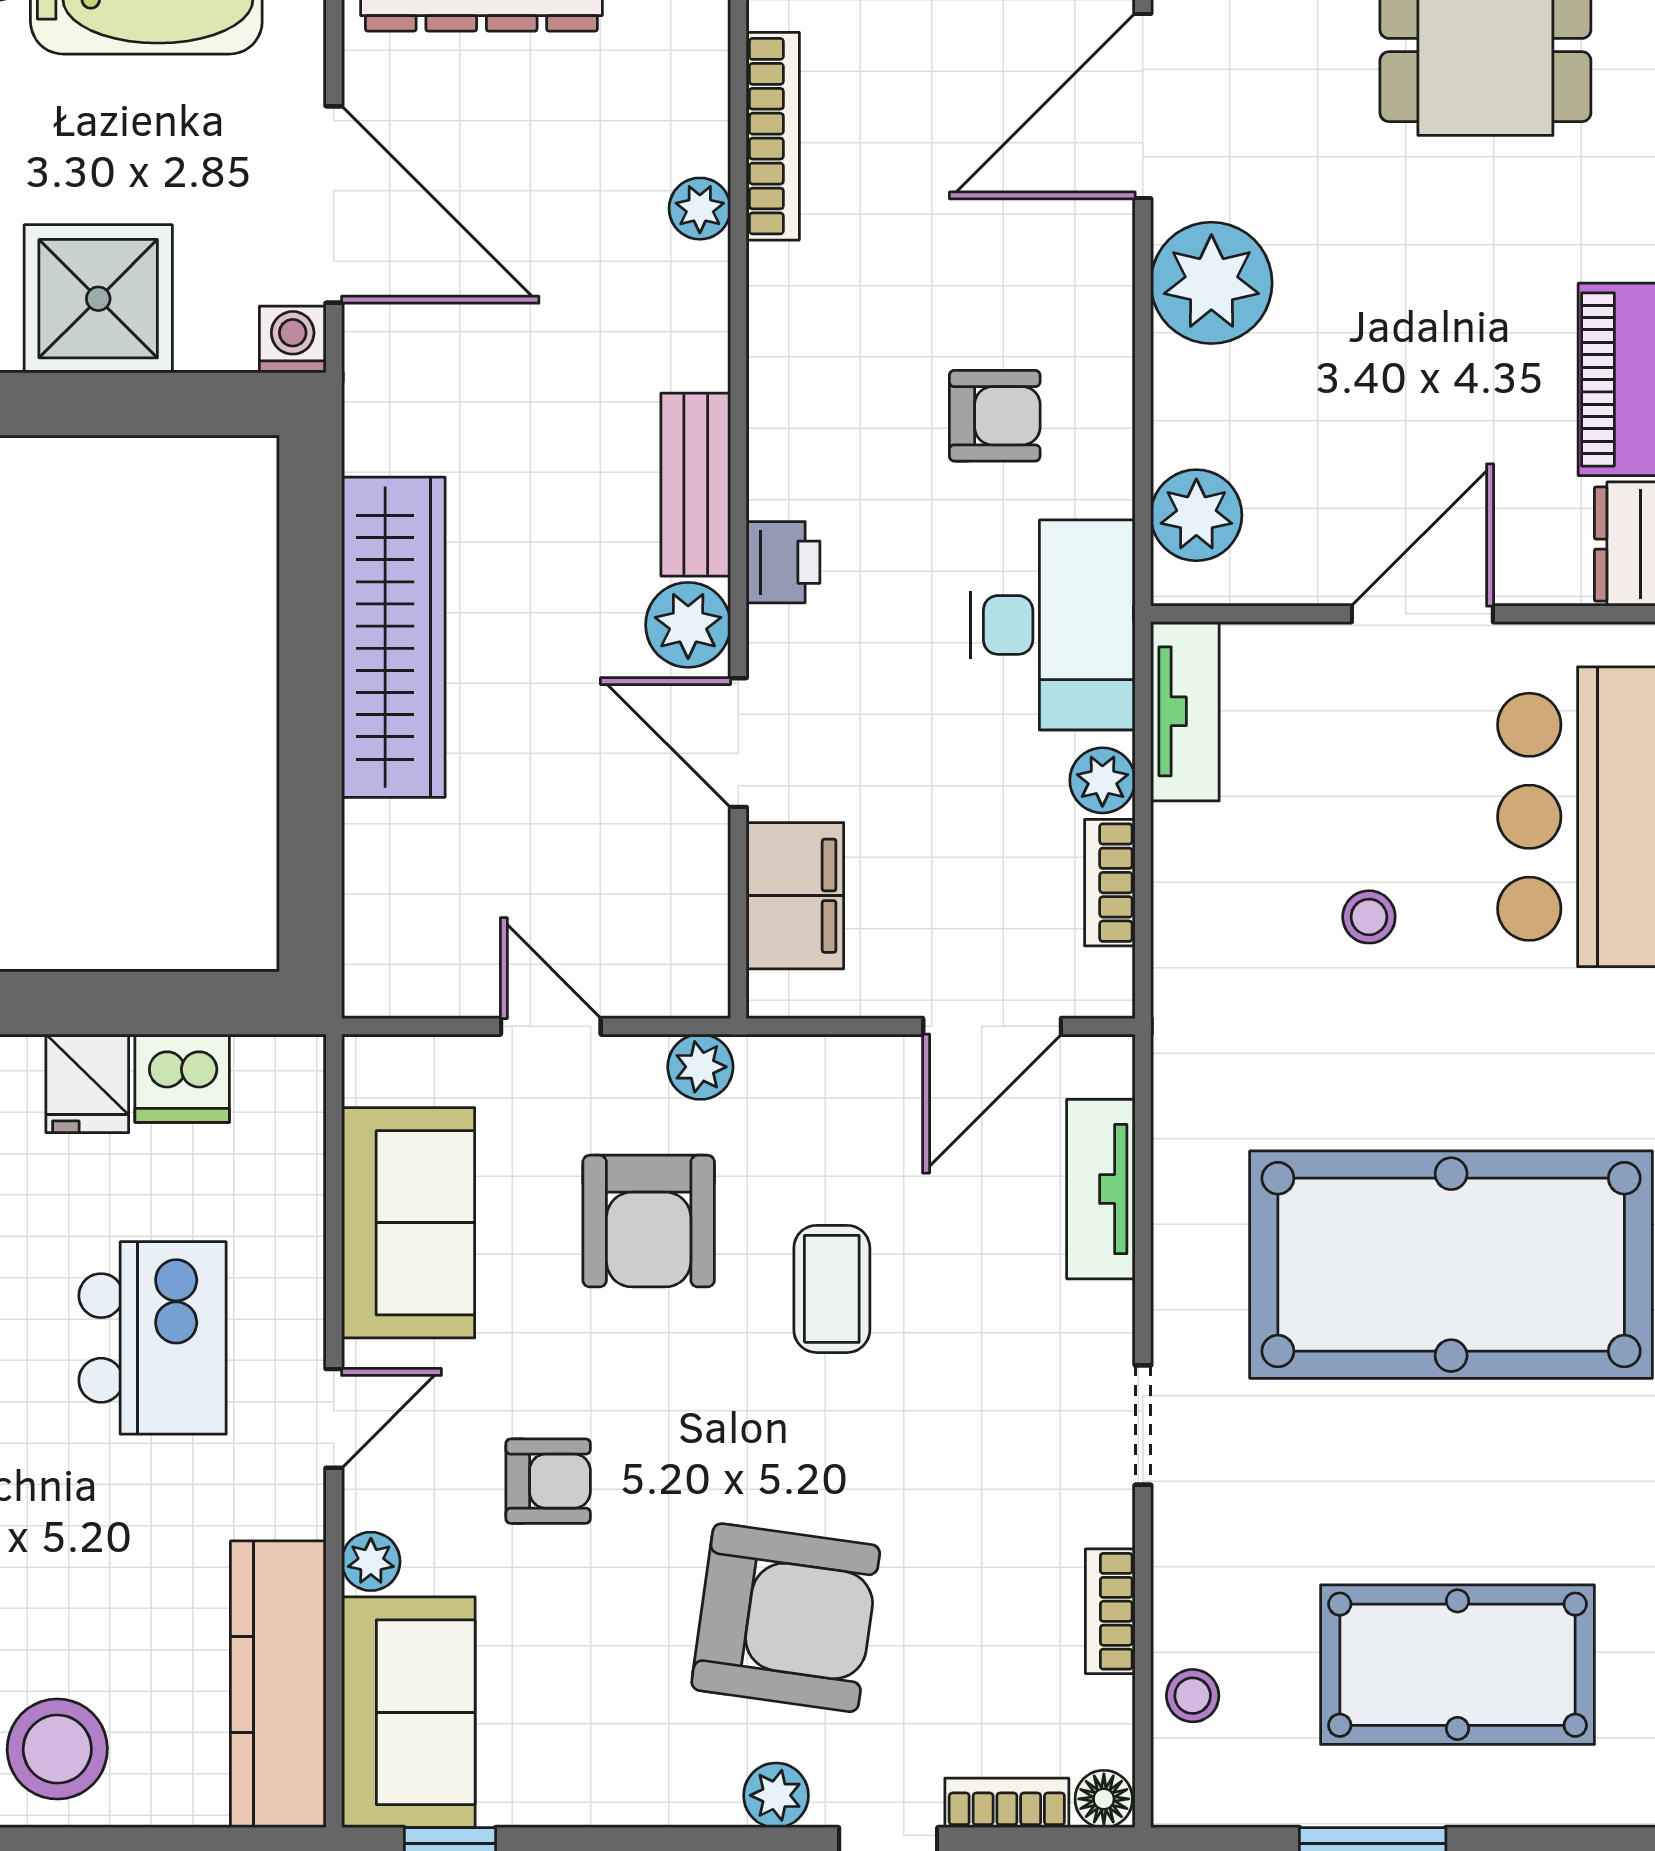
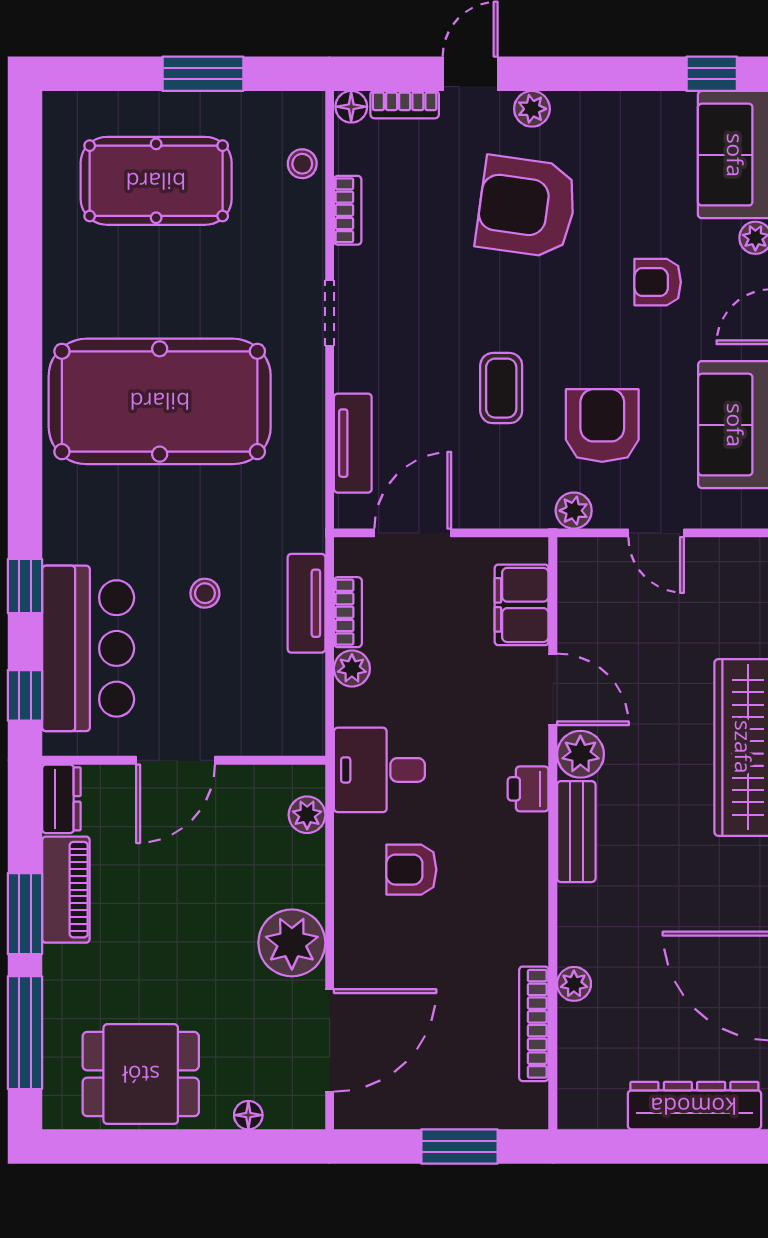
plant: (1196, 515) -> (307, 815), width x0.73, depth x0.73
desk: (1053, 625) -> (379, 770), width x0.73
tv unit: (1185, 711) -> (306, 603), moved

